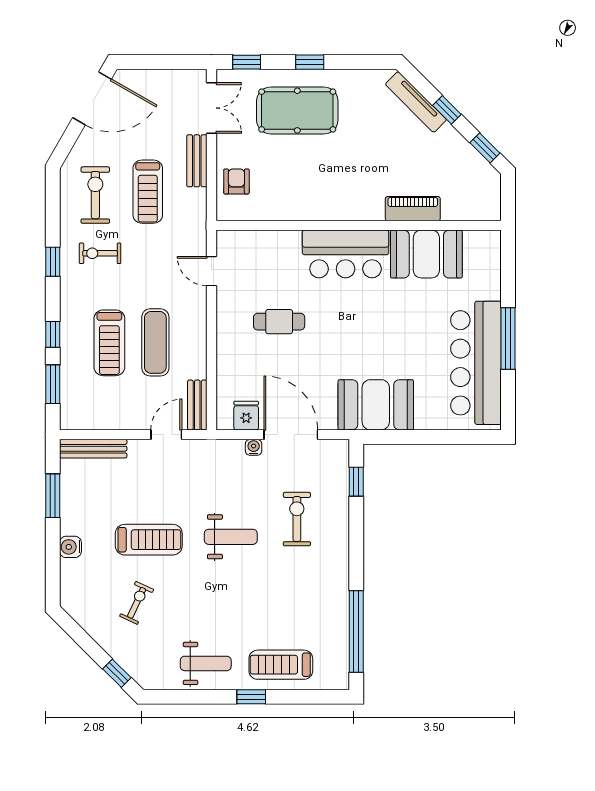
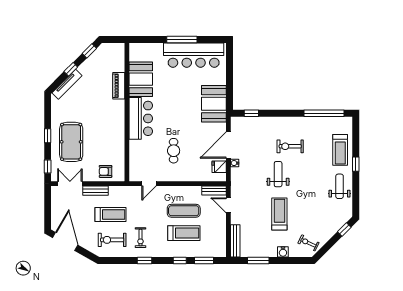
exercise bike: (297, 519) -> (290, 146), moved
exercise bike: (137, 603) -> (308, 243), moved

